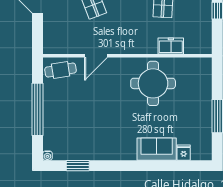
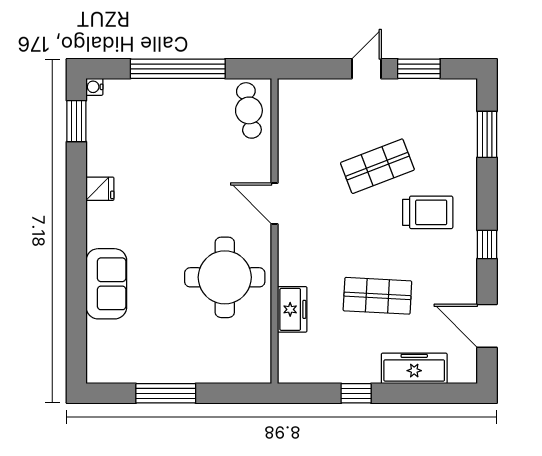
door: (96, 56) -> (275, 203), moved
fridge: (184, 153) -> (100, 189), moved
window: (78, 166) -> (76, 121), moved

